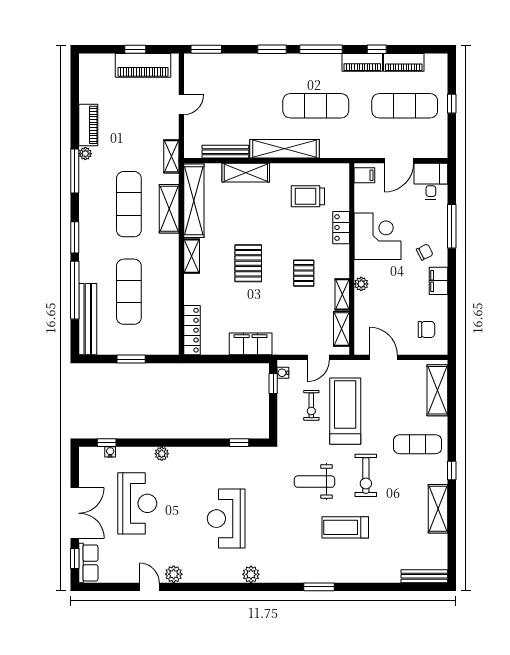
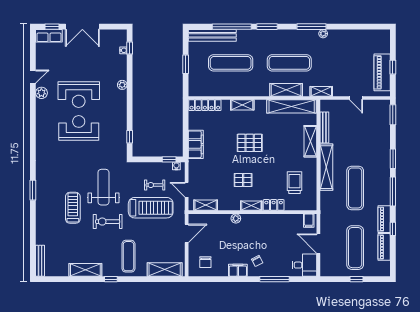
piano: (88, 125) -> (342, 36), removed
corner desk: (378, 236) -> (268, 229), removed
shelving: (192, 256) -> (242, 105), moved
shelving: (342, 294) -> (251, 206), moved
weight bench: (314, 482) -> (103, 187), width x1.36, depth x1.33
reception desk: (137, 503) -> (79, 95), moved
plant: (251, 574) -> (41, 145), removed

